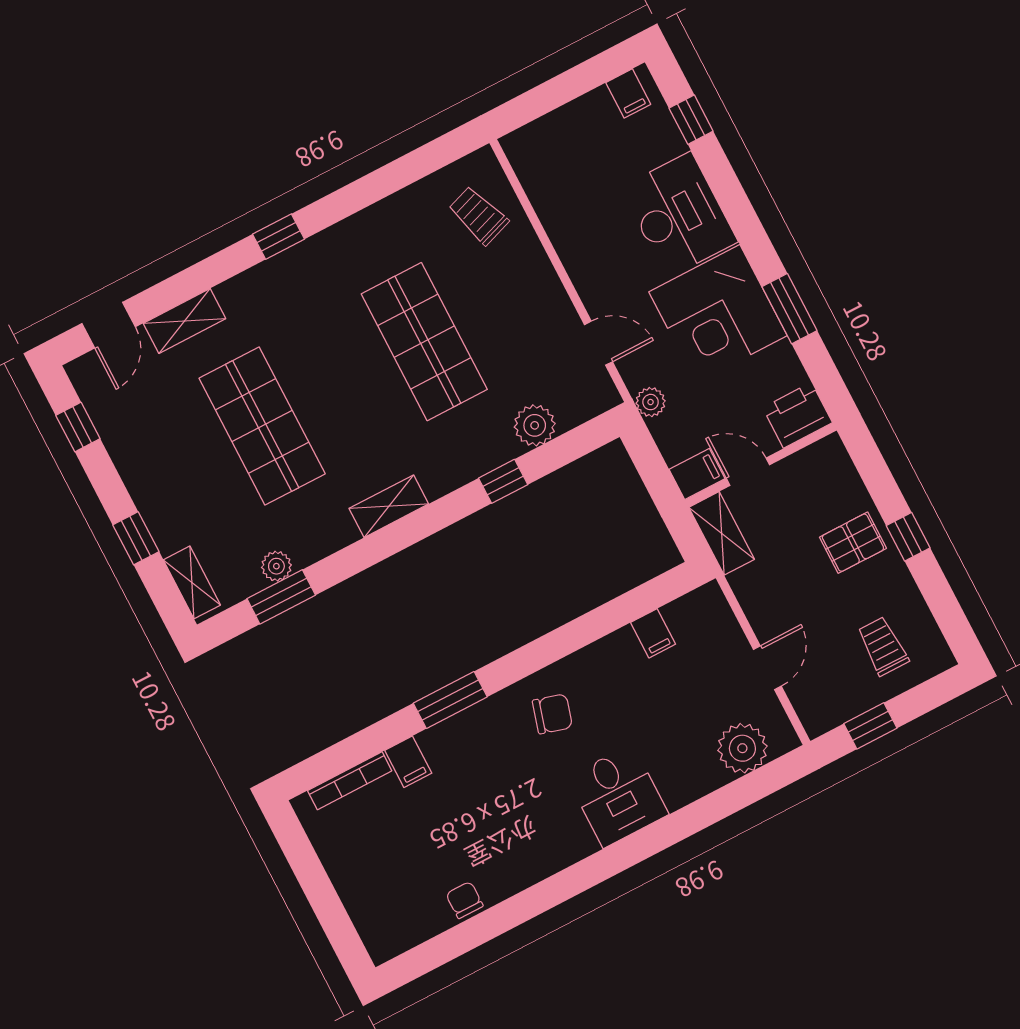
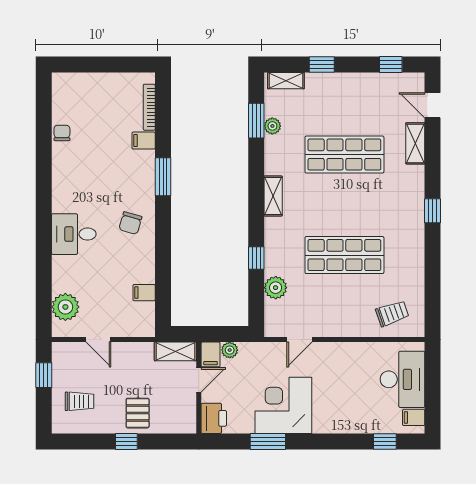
desk: (679, 215) -> (402, 379), moved, turned -90
plant: (651, 402) -> (230, 350), moved
chair: (464, 900) -> (62, 133), turned -90

